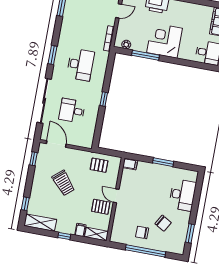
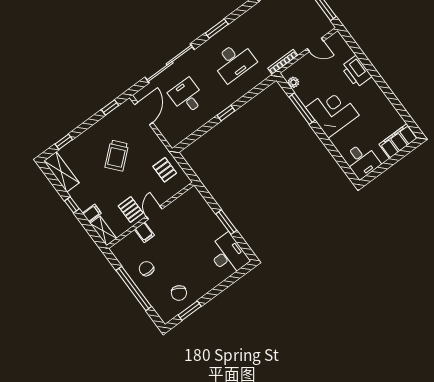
filing cabinet: (130, 164) -> (144, 232), moved
desk: (182, 195) -> (228, 255), moved, turned -90
chair: (163, 223) -> (179, 293), moved

